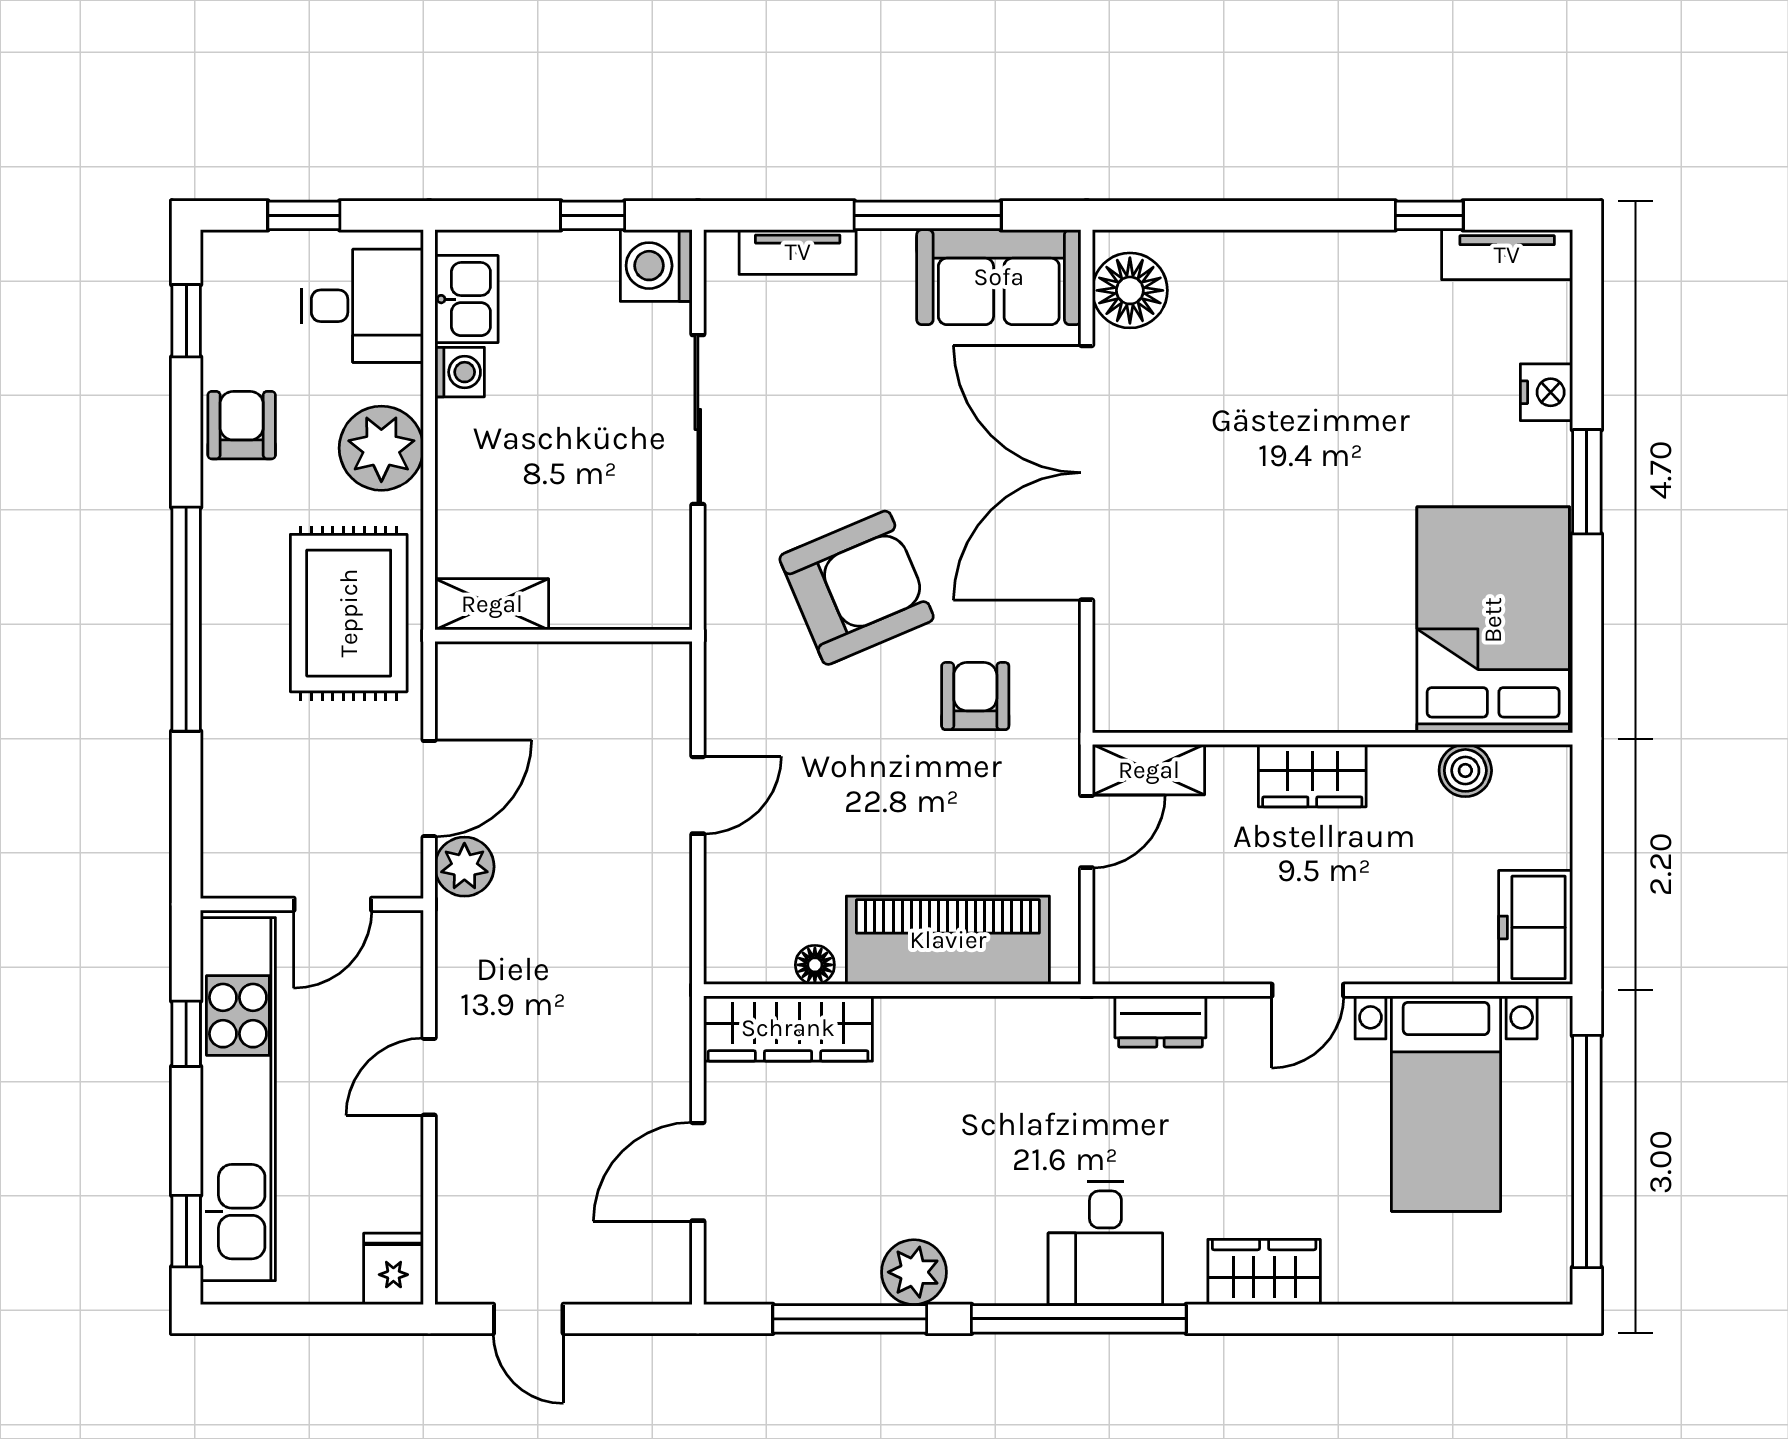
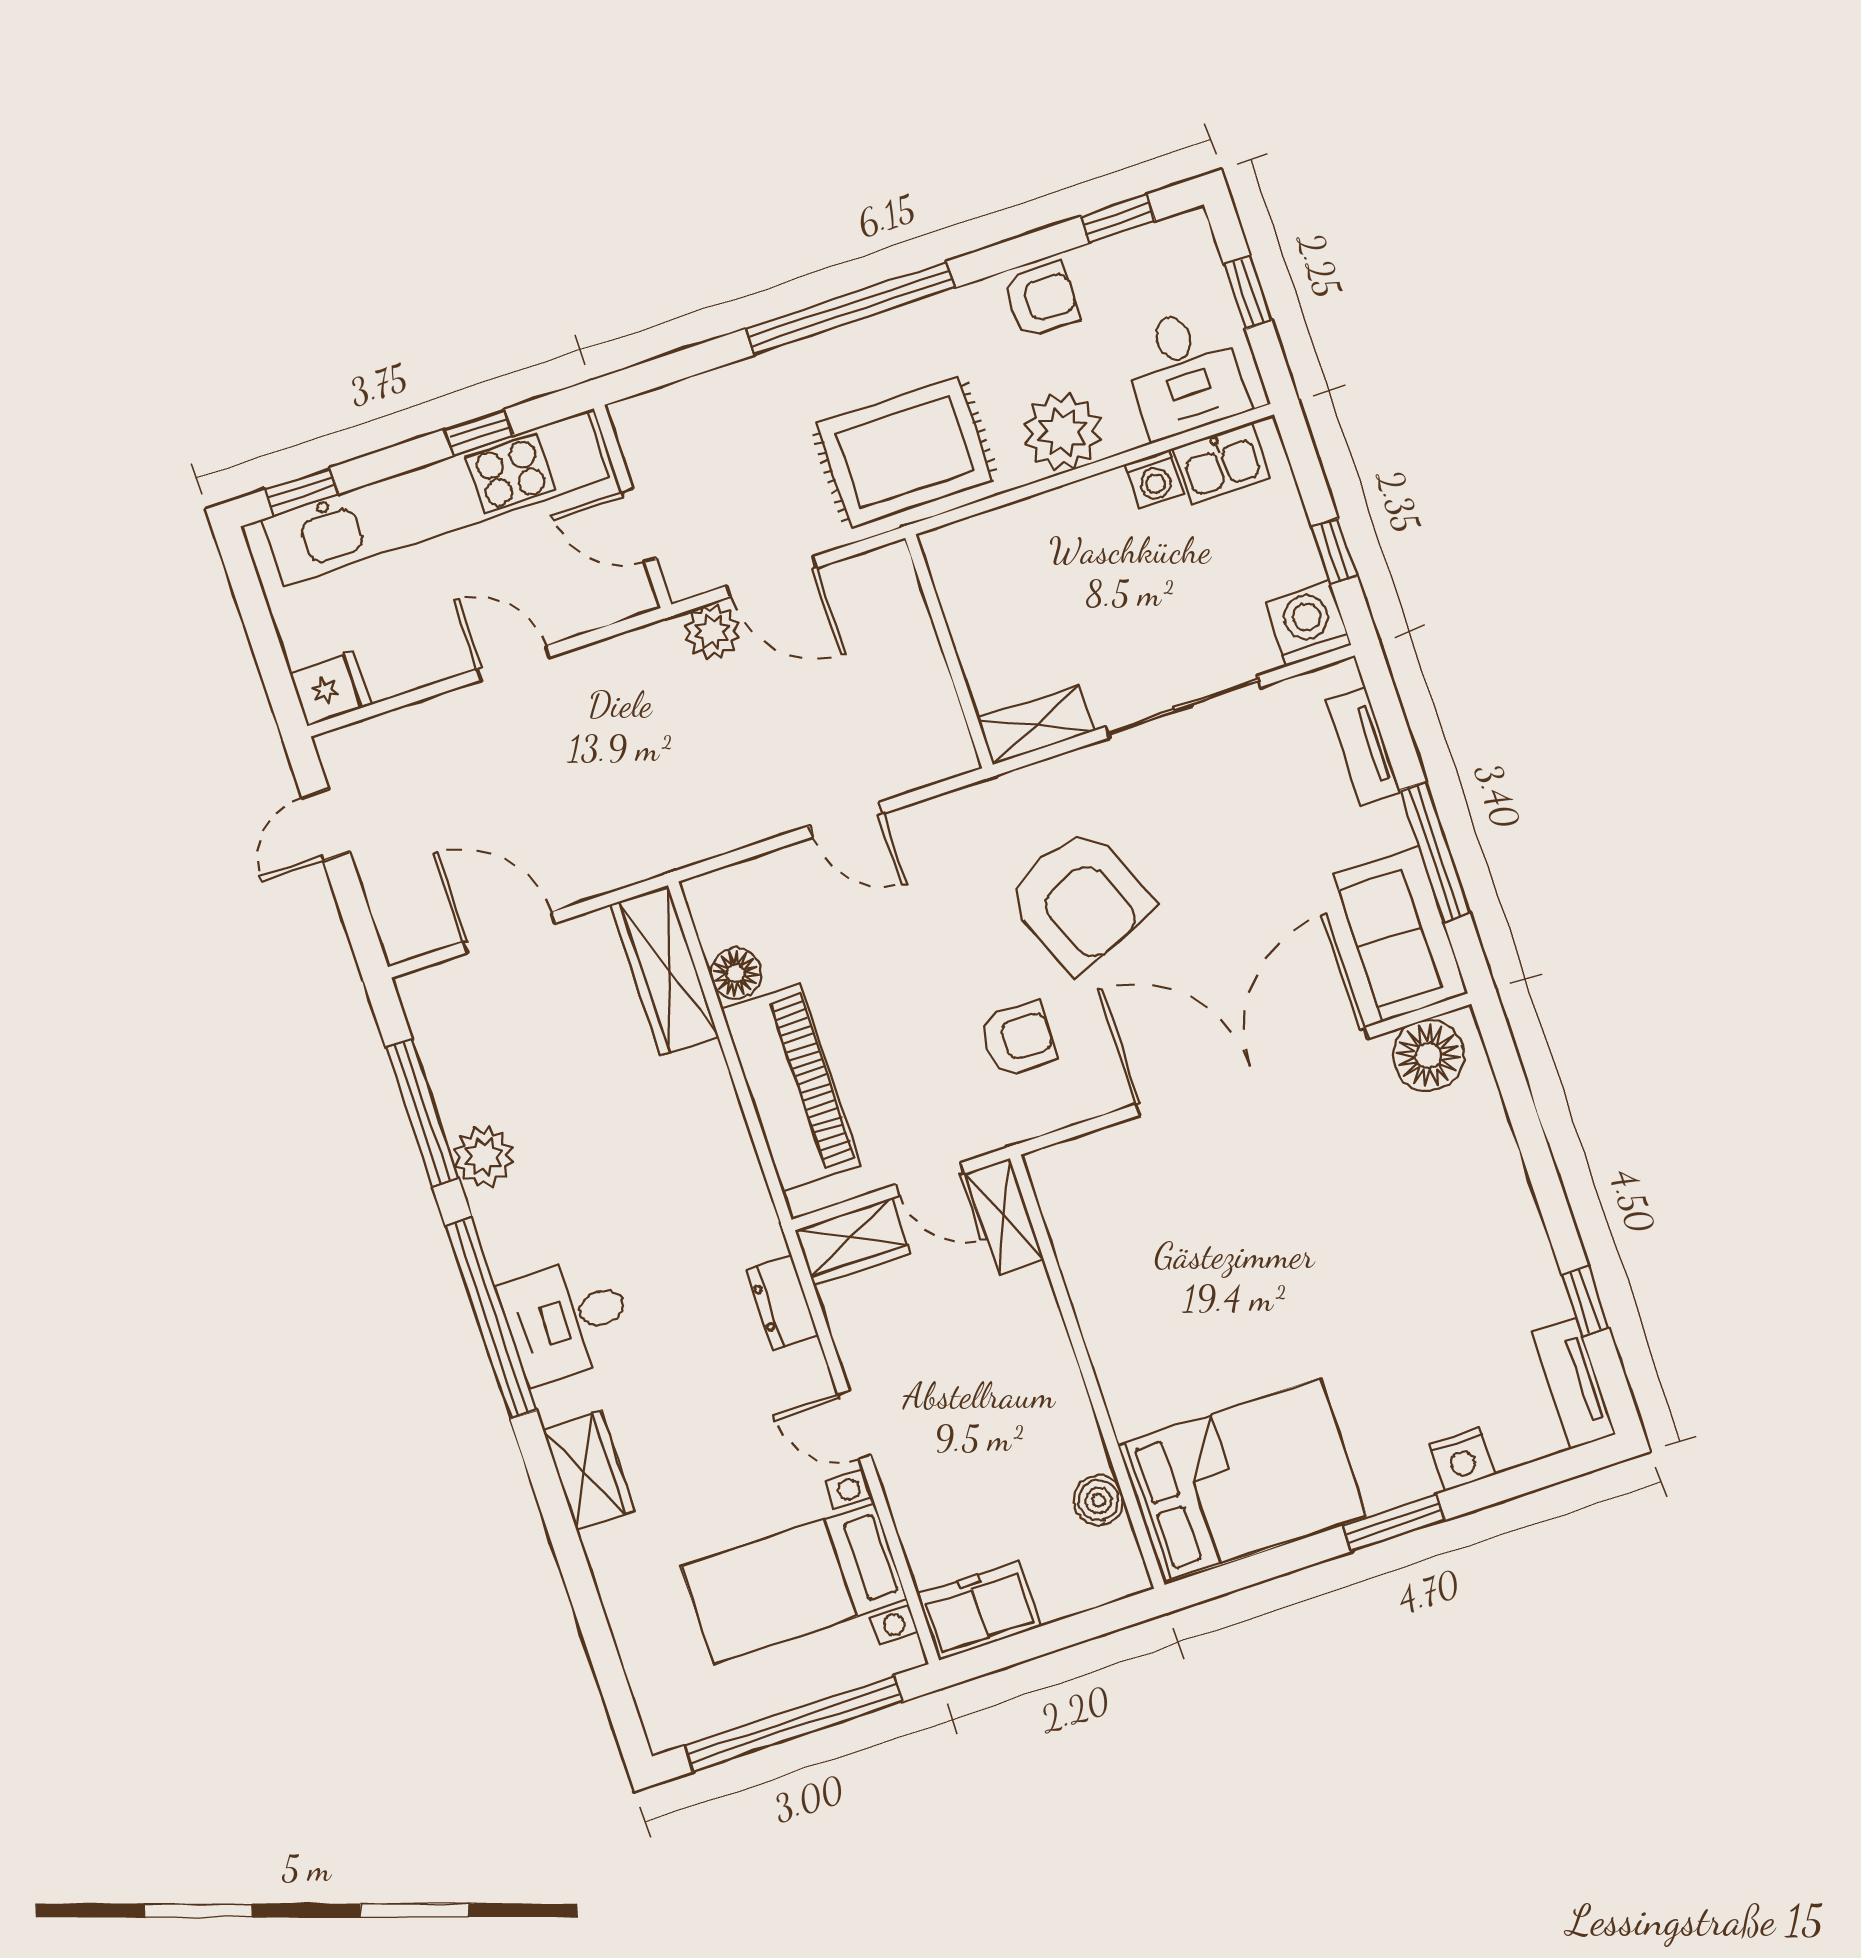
shelving: (492, 604) -> (1036, 725), moved, turned 90
wardrobe: (1312, 776) -> (853, 1242), moved, turned -90
floor lamp: (815, 965) -> (736, 973), width x1.37, depth x1.37

